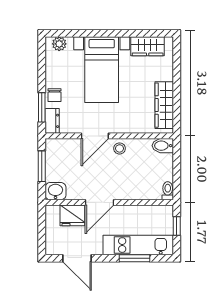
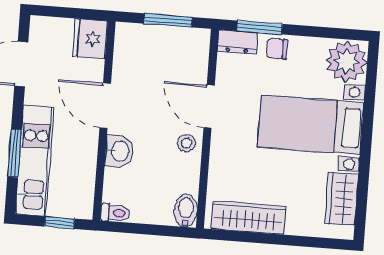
plant: (59, 44) -> (346, 61), width x1.87, depth x1.87
washbasin: (55, 191) -> (119, 151), moved
fridge: (72, 215) -> (90, 39), moved

